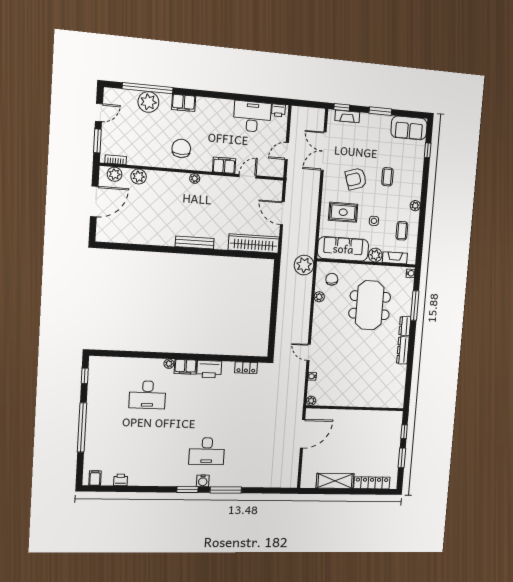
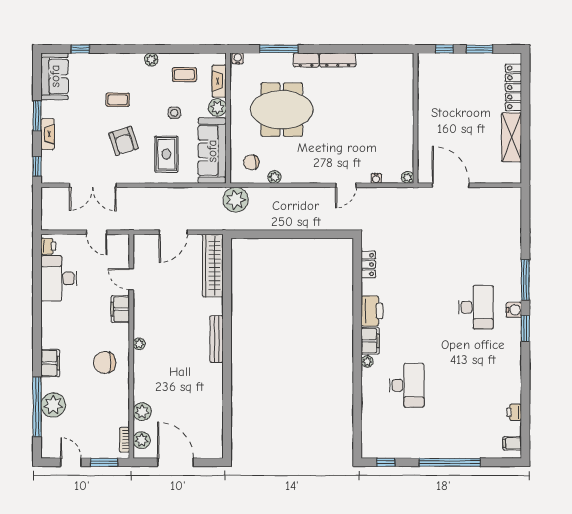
fireplace: (347, 116) -> (48, 134), moved

